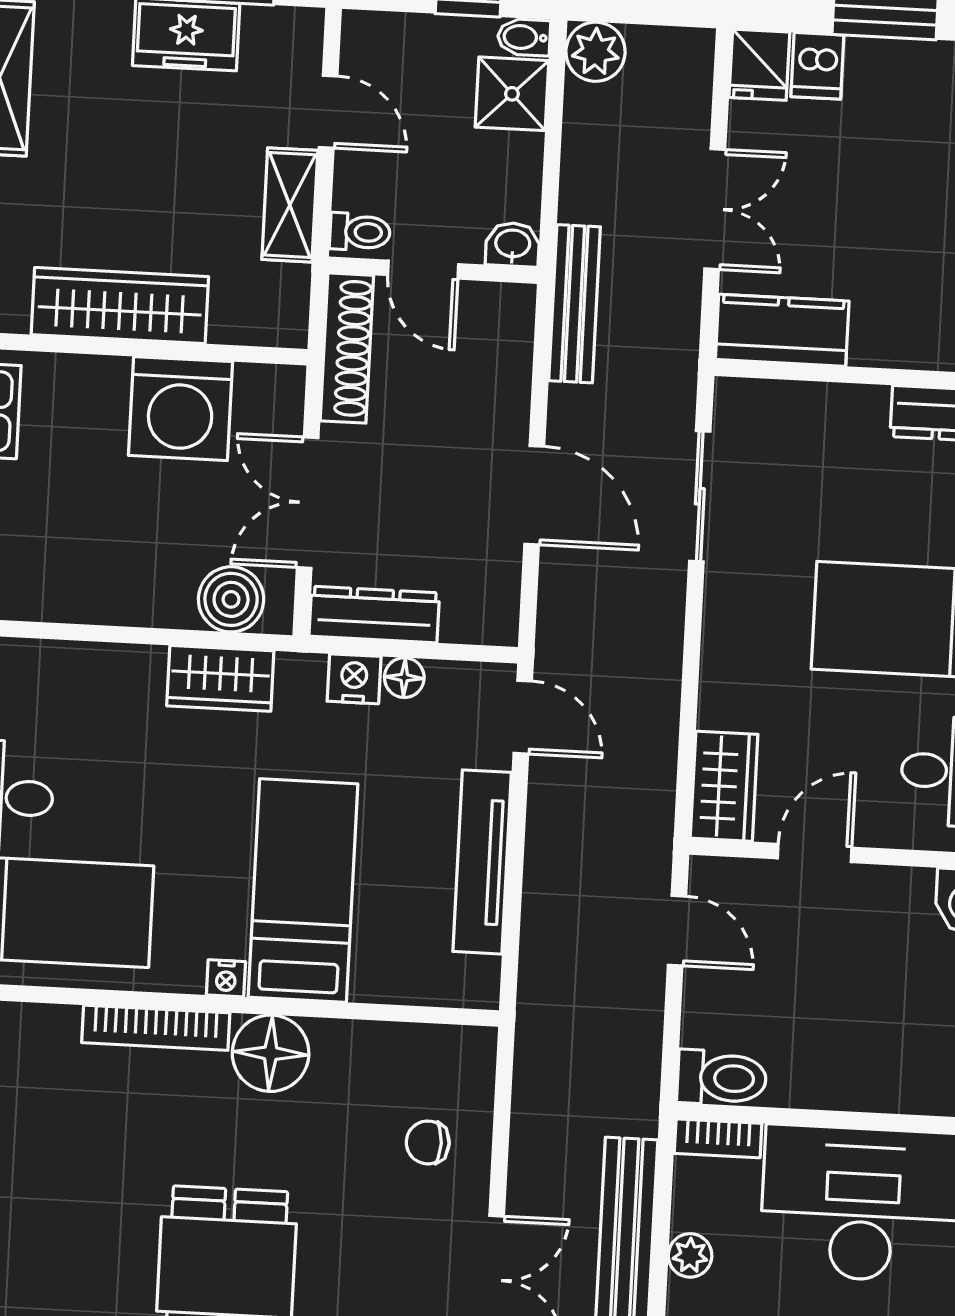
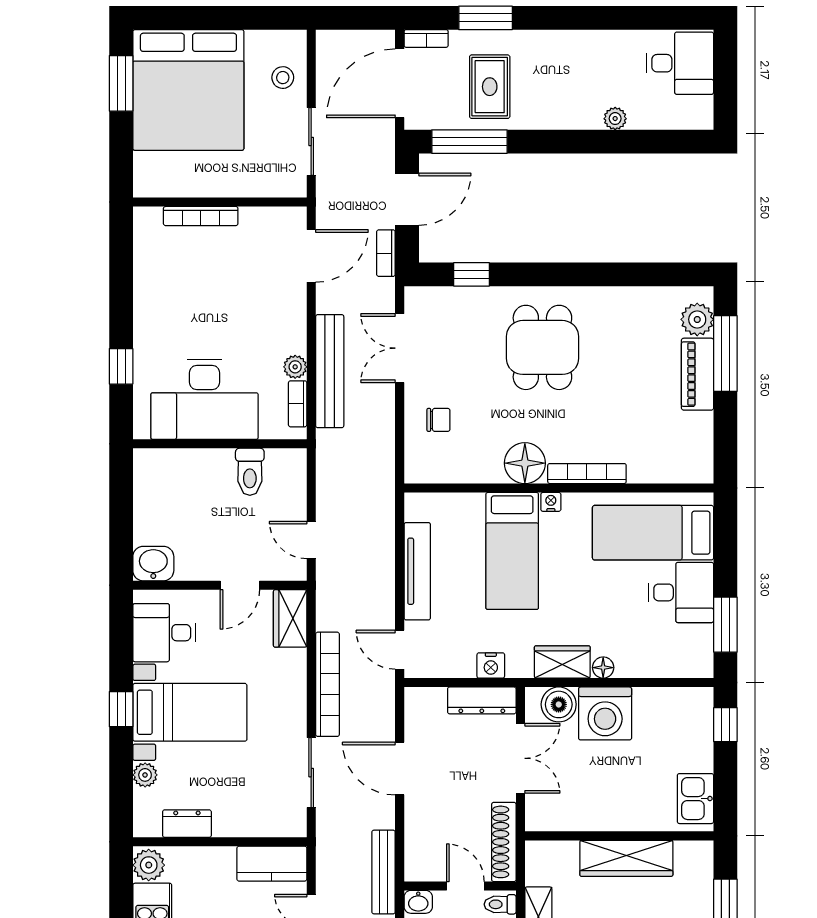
washing machine: (180, 409) -> (605, 713), moved, turned 180
bookcase: (661, 660) -> (327, 684), added
floor lamp: (404, 678) -> (603, 668), moved
toilet: (722, 1078) -> (250, 472), moved, turned -90
bookcase: (718, 1138) -> (298, 404), moved, turned -90

